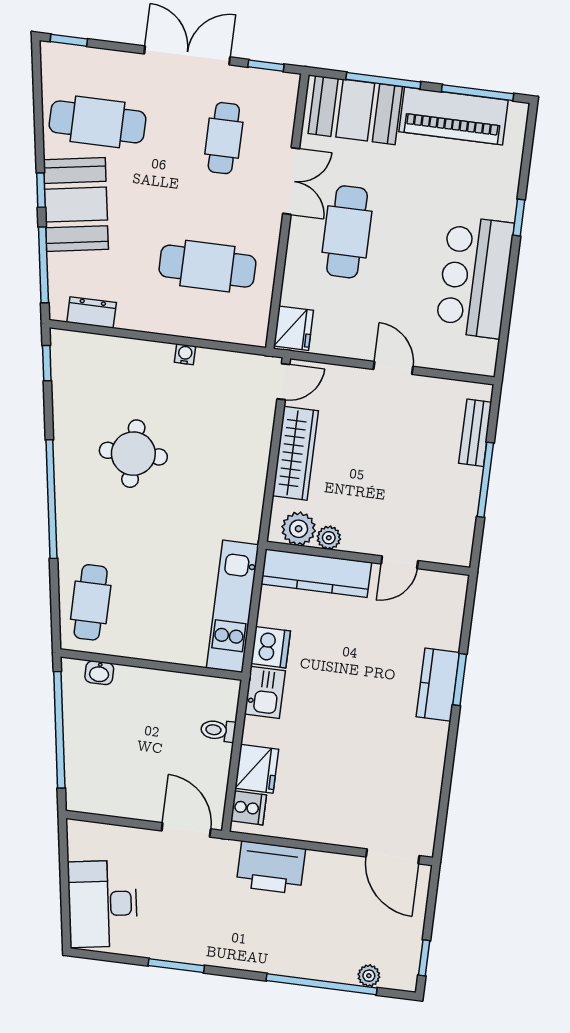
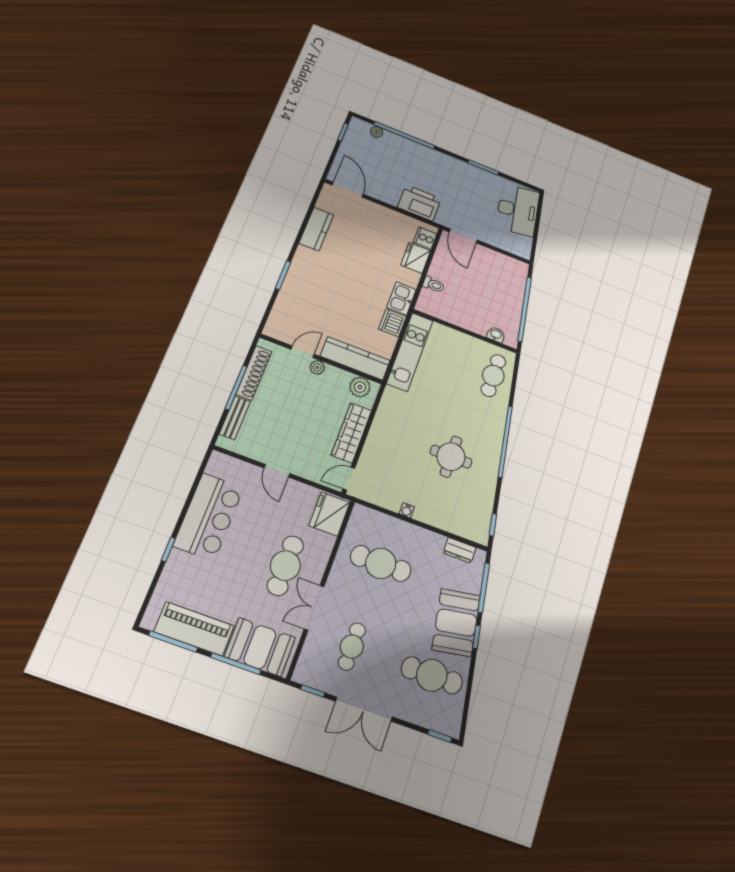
fridge: (294, 328) -> (329, 514), width x1.36, depth x1.34
shoe rack: (465, 510) -> (254, 373), added
plant: (329, 538) -> (317, 367), moved
kitchen counter: (438, 685) -> (316, 229), moved

